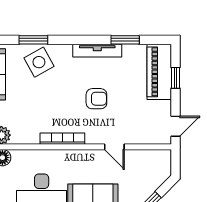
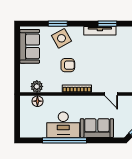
window: (125, 40) -> (107, 24), moved
armchair: (96, 99) -> (68, 65), moved

